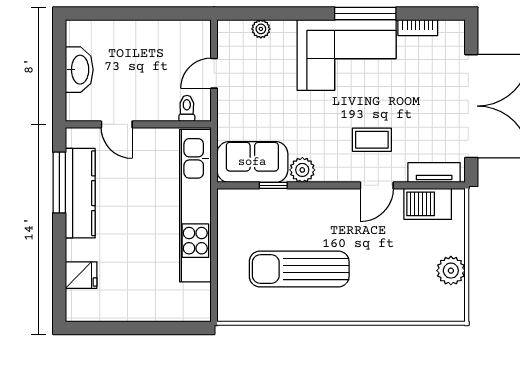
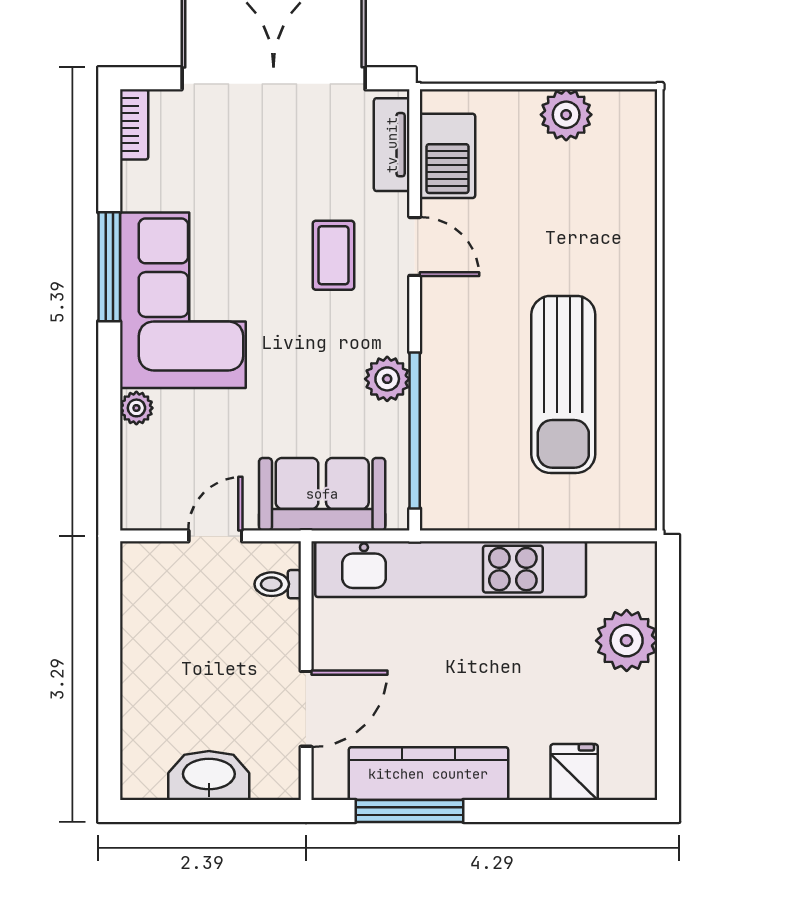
bookcase: (418, 28) -> (134, 124), moved
plant: (261, 29) -> (136, 408), moved
door: (214, 73) -> (215, 536), swing flipped
door: (117, 124) -> (306, 709), width x1.37
sofa: (252, 162) -> (322, 494), moved, turned 90
window: (273, 185) -> (415, 431), width x3.17
plant: (155, 305) -> (627, 641), added

